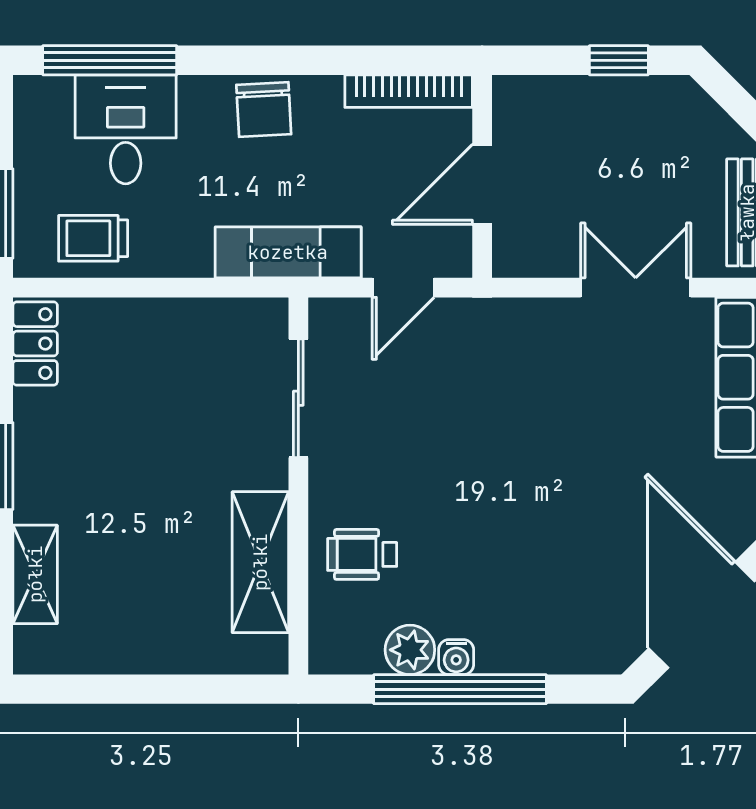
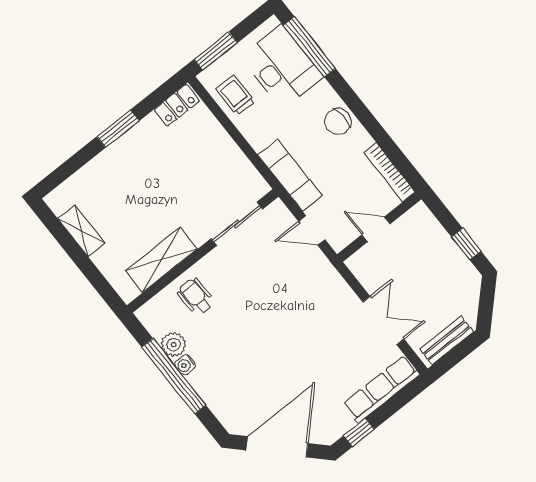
desk: (126, 129) -> (282, 67), width x1.37
door: (482, 184) -> (376, 229), width x0.73
shelving: (35, 574) -> (81, 231), moved, turned 90

